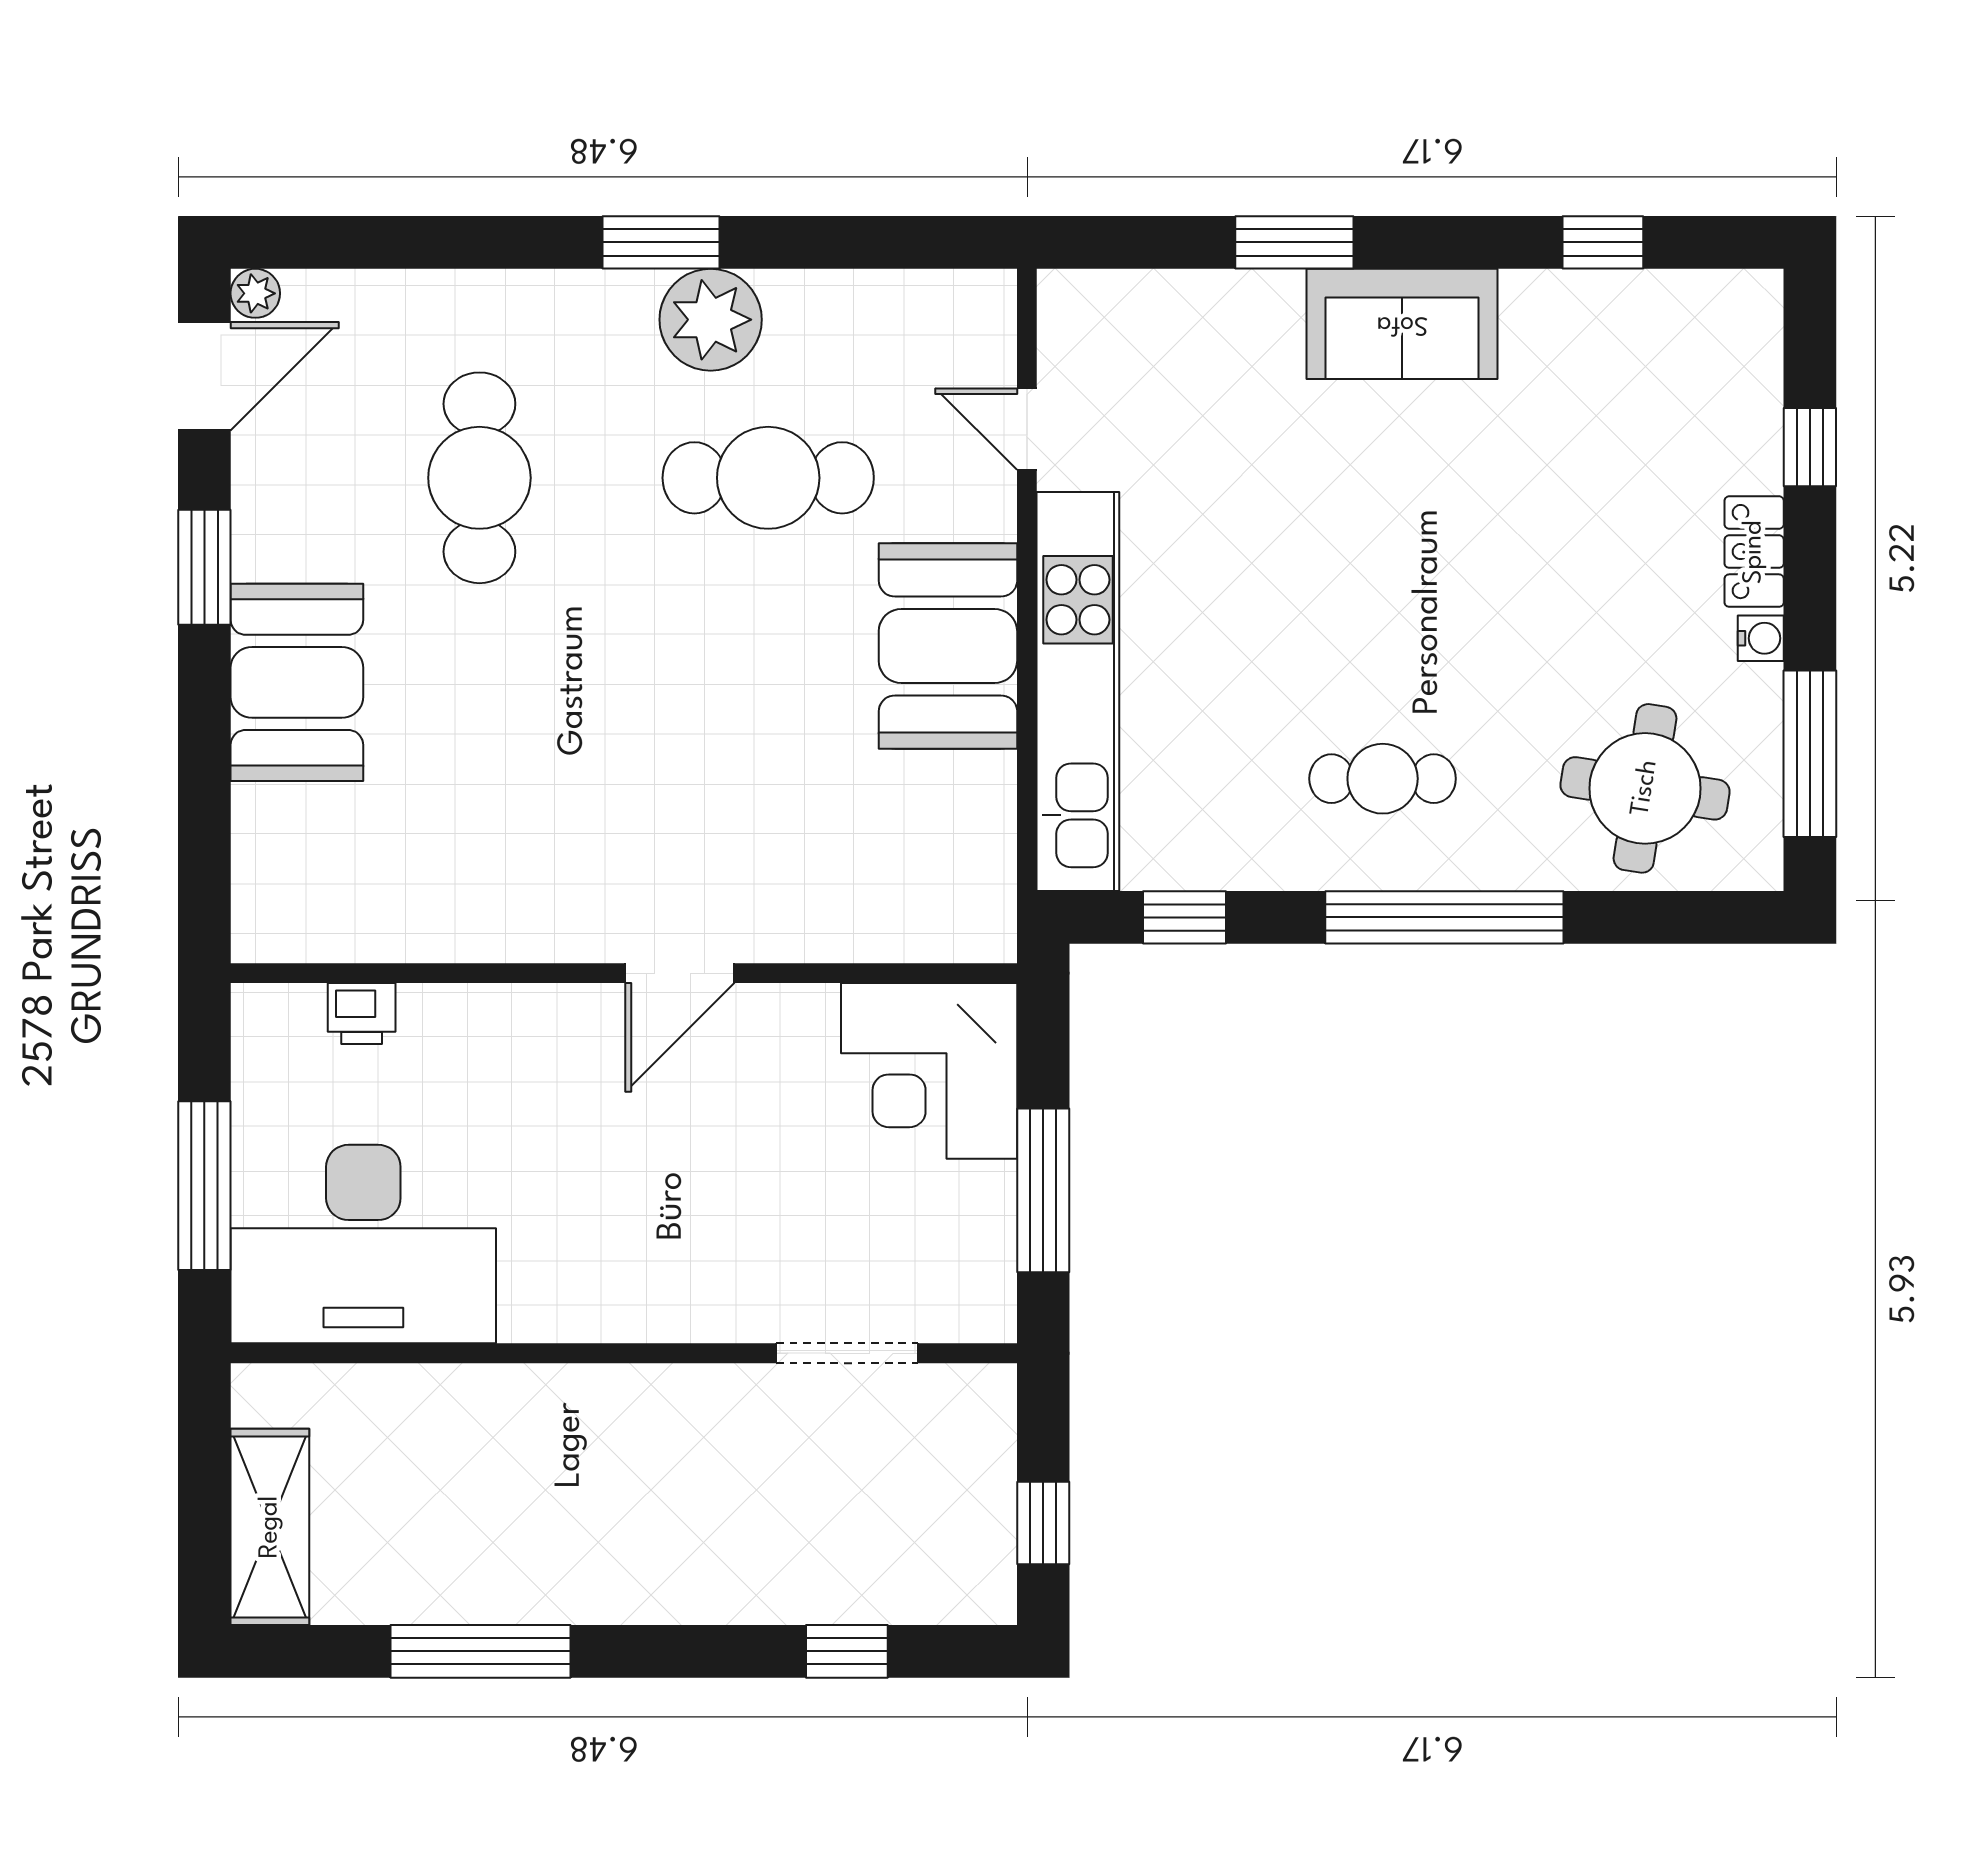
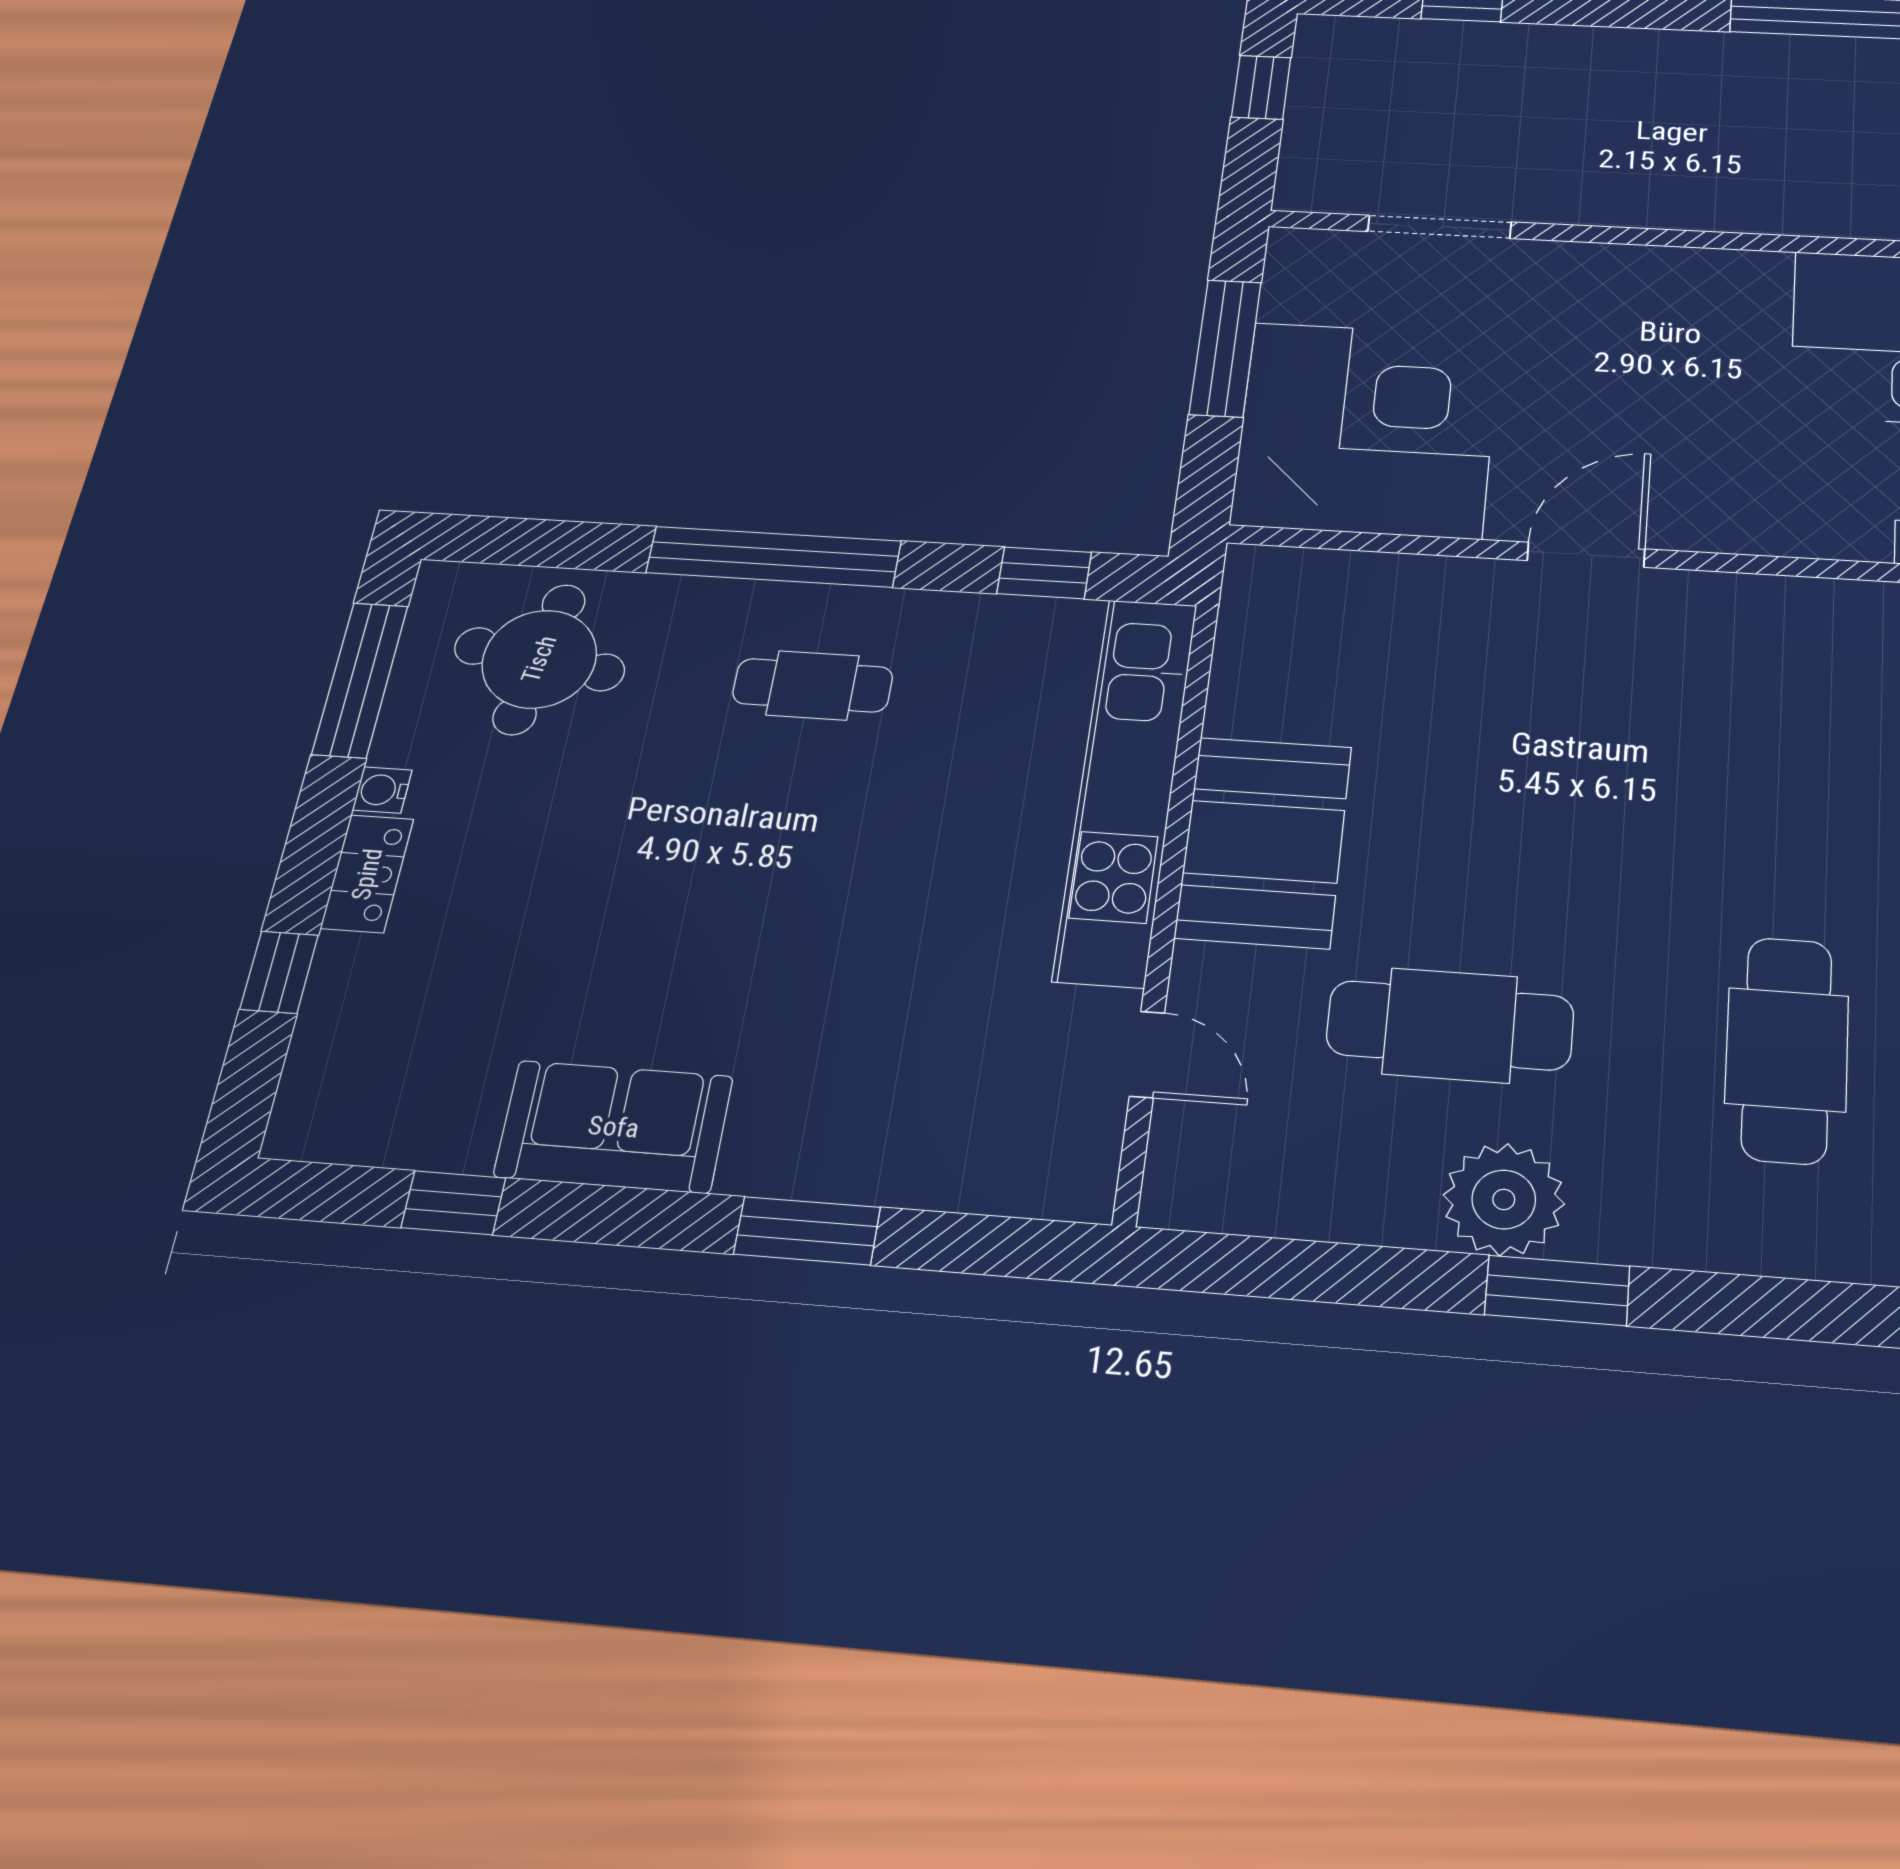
sofa: (1402, 324) -> (614, 1127), moved
corner desk: (929, 1071) -> (1366, 429), width x1.36, depth x1.36

